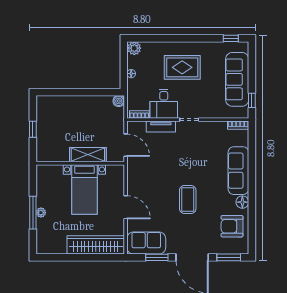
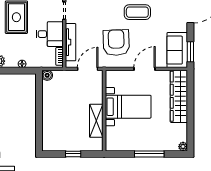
tv unit: (161, 127) -> (71, 42), width x1.41
shelving: (88, 155) -> (96, 121), moved
armchair: (154, 176) -> (116, 43), added
plant: (41, 213) -> (183, 147), moved
window: (157, 257) -> (190, 52), moved

